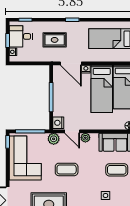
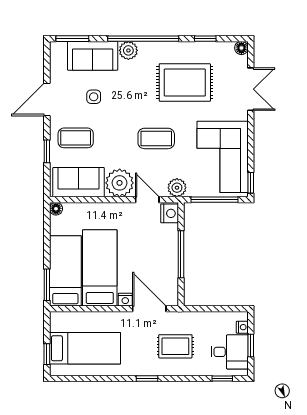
plant: (85, 138) -> (120, 183), width x1.88, depth x1.88

